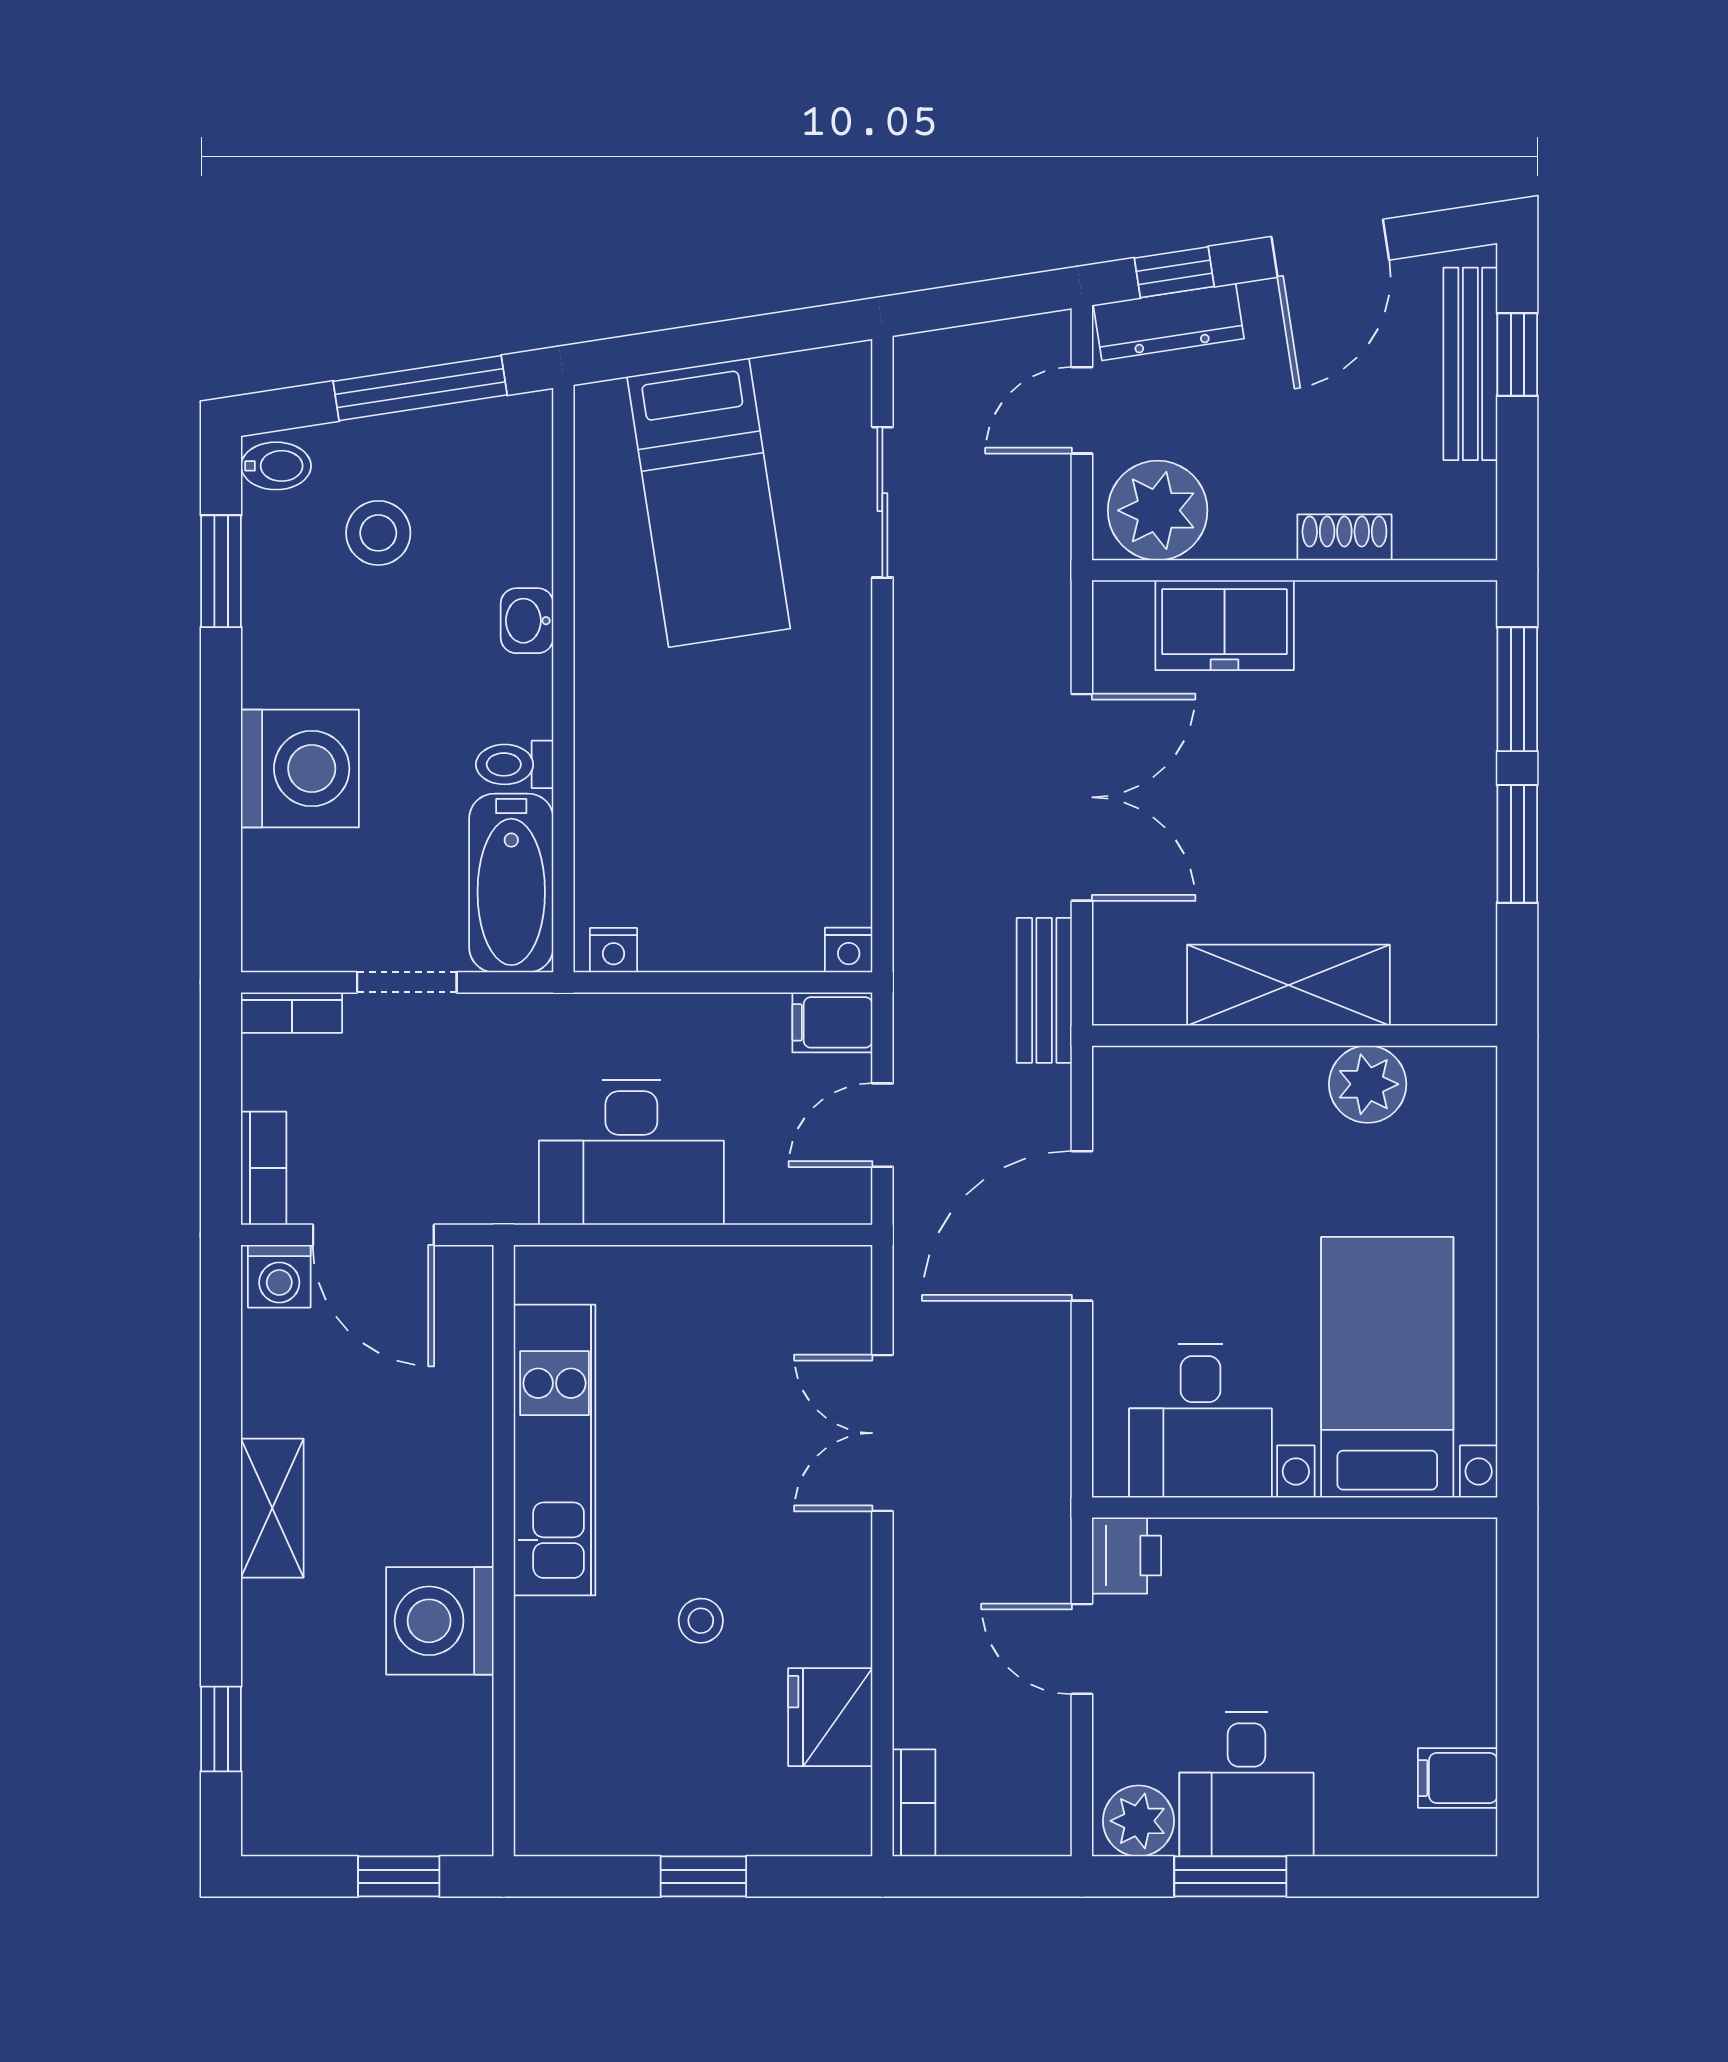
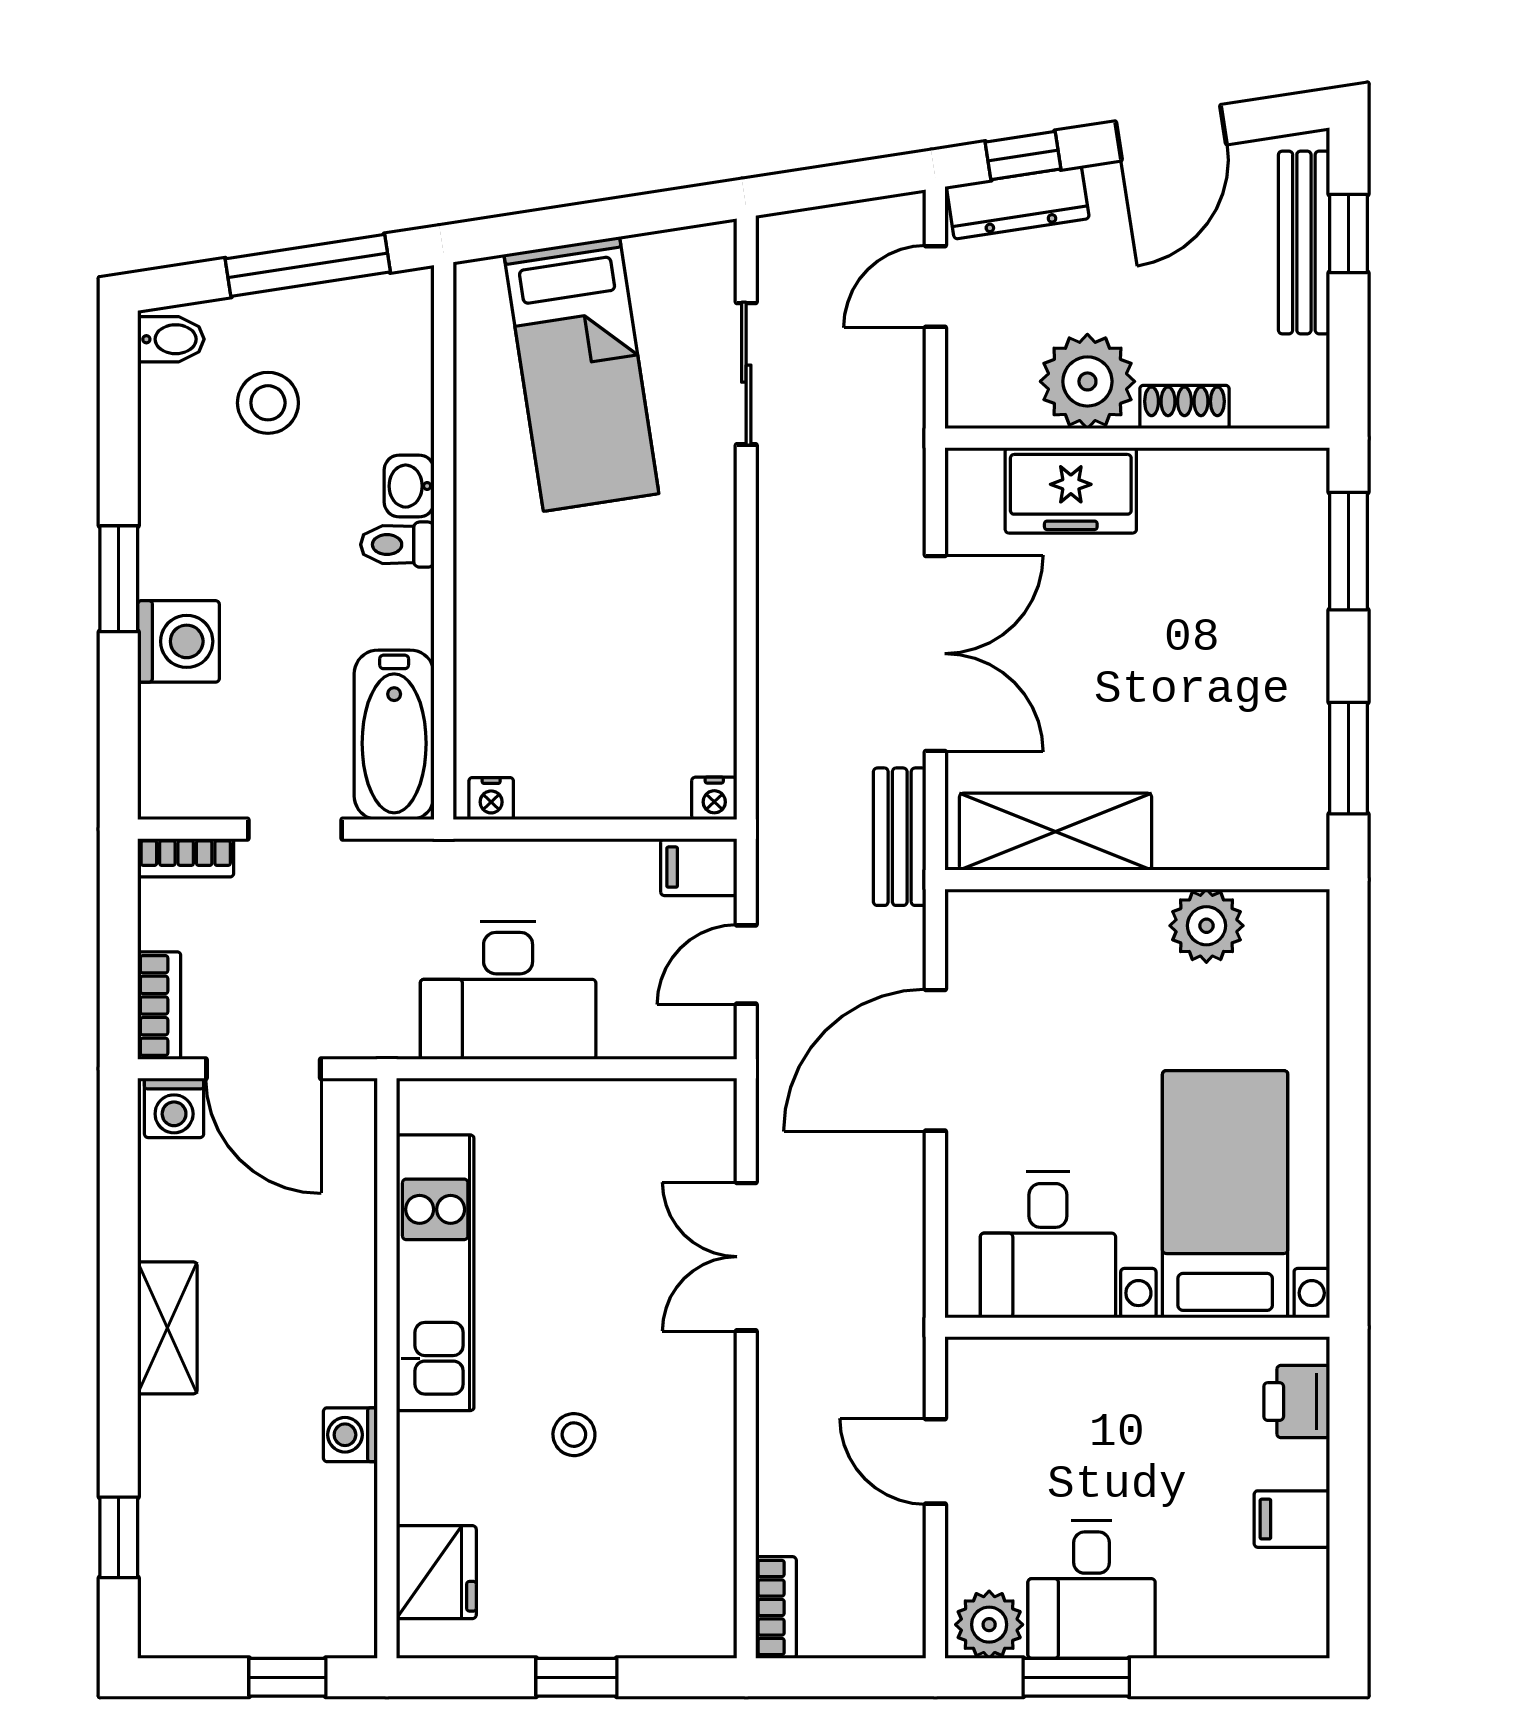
plant: (1158, 510) -> (1087, 381), moved
window: (221, 571) -> (119, 579), moved
toilet: (515, 764) -> (397, 545), moved
washing machine: (300, 769) -> (179, 641), width x0.73, depth x0.73
window: (1517, 844) -> (1348, 758), moved
shelving: (1288, 985) -> (1056, 832), moved
printer: (1126, 1556) -> (1297, 1402), moved, turned 180
washing machine: (440, 1621) -> (350, 1435), width x0.53, depth x0.53
fridge: (830, 1717) -> (436, 1572), moved, turned 180
filing cabinet: (1458, 1778) -> (1292, 1519), moved

